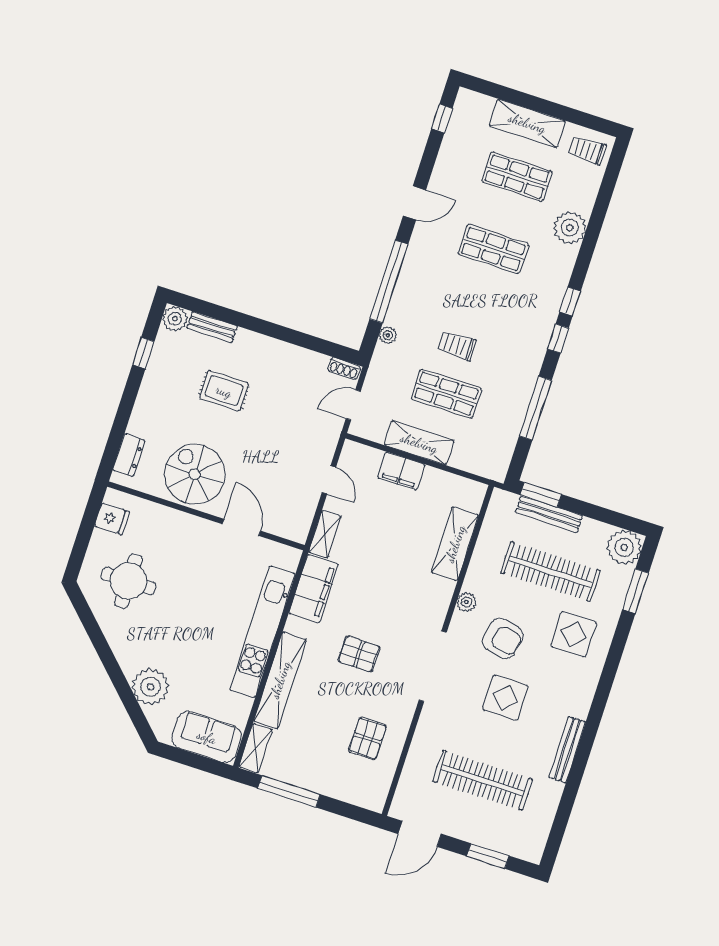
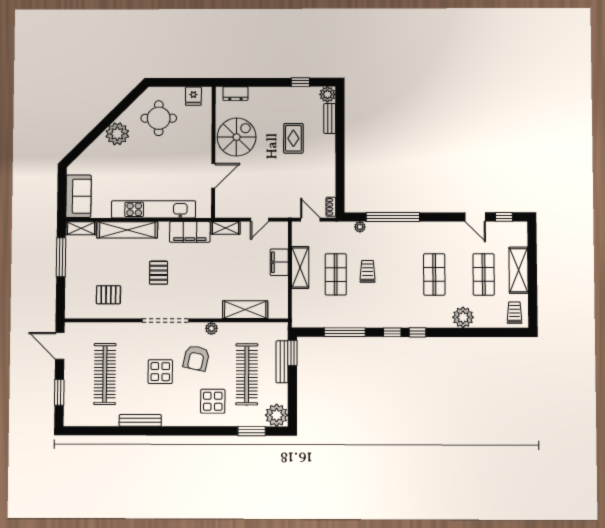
door: (414, 203) -> (475, 217), moved
plant: (150, 687) -> (117, 134), moved

